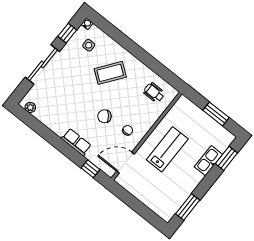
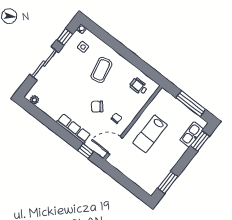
coffee table: (110, 73) -> (101, 70), turned -49
window: (216, 114) -> (191, 104), width x1.44
row of seats: (76, 142) -> (73, 129), width x1.48
lab bench: (167, 149) -> (150, 134), turned 180
kitchen sink: (208, 161) -> (192, 134), moved

